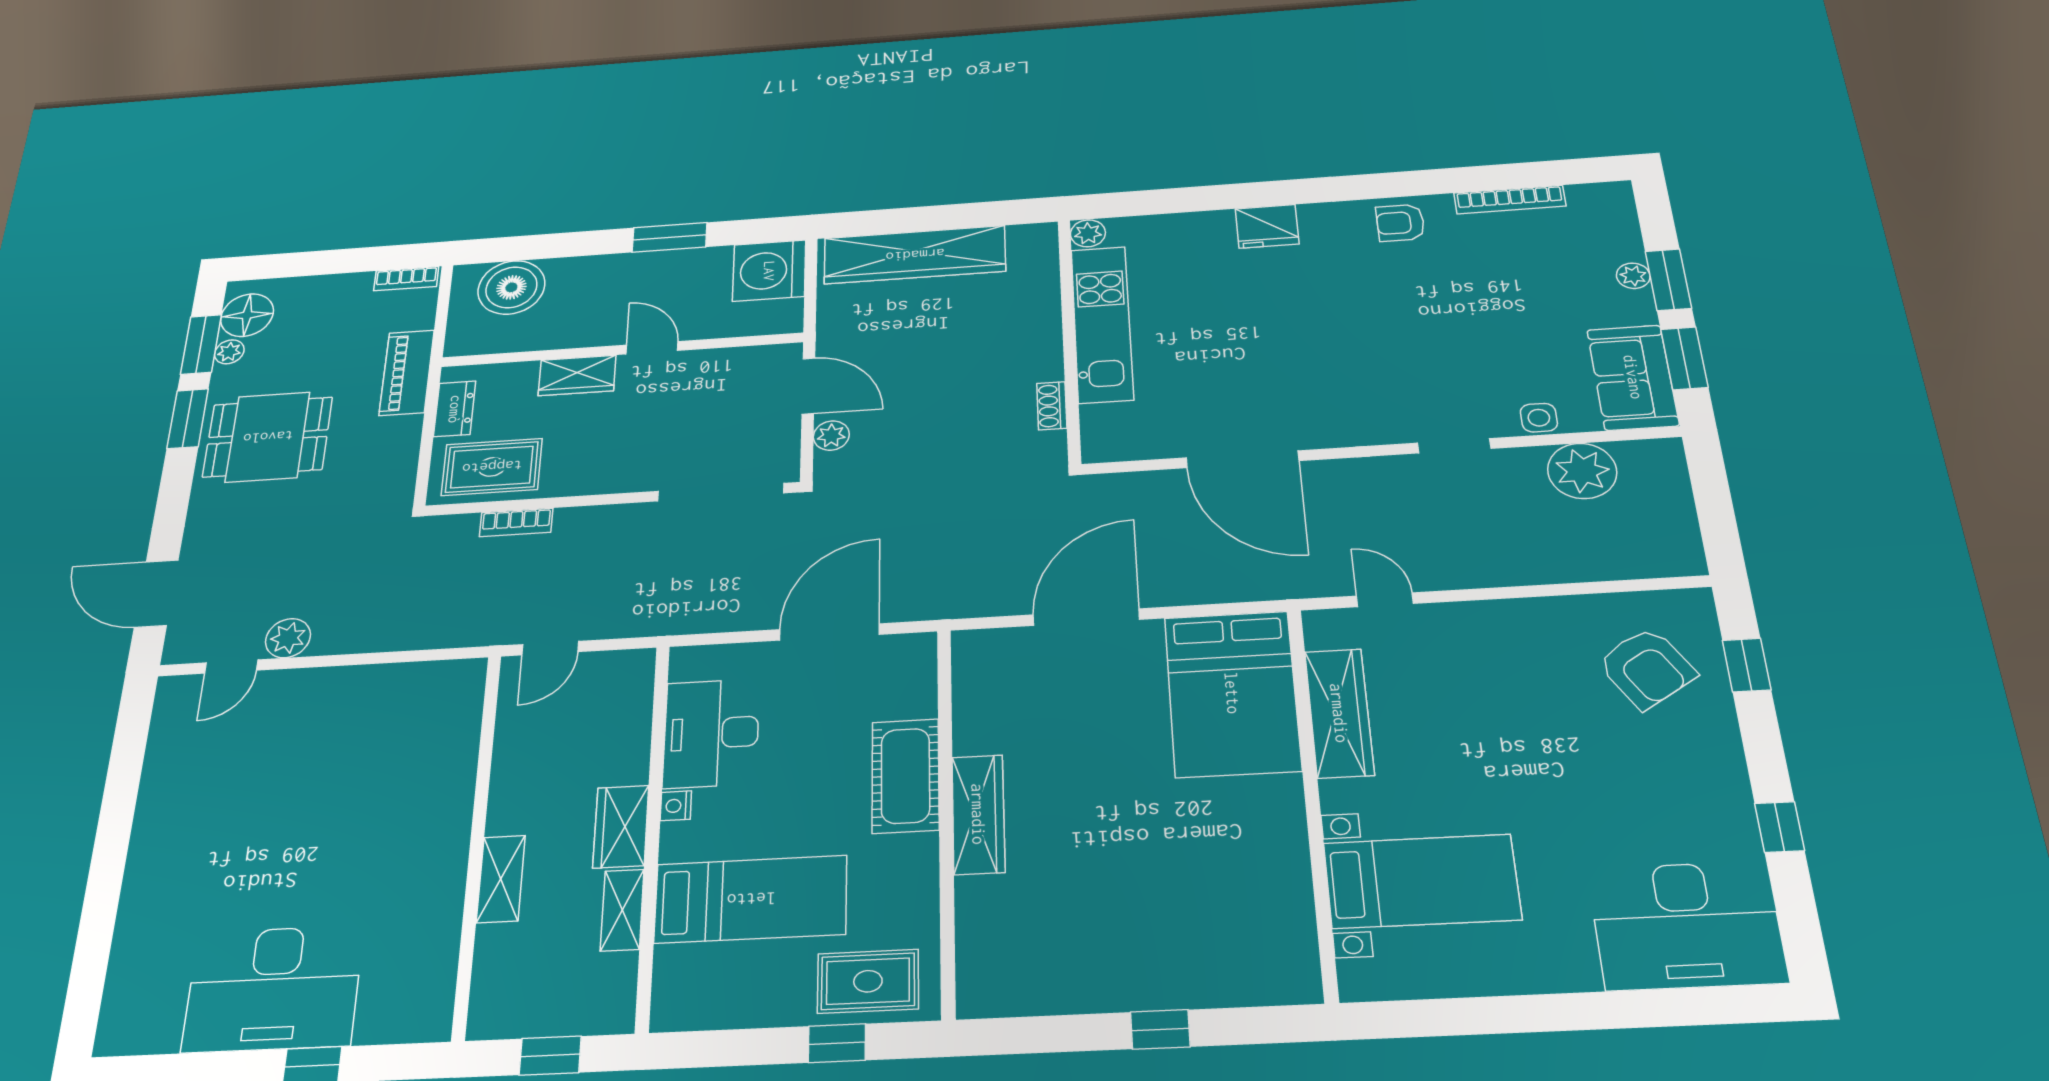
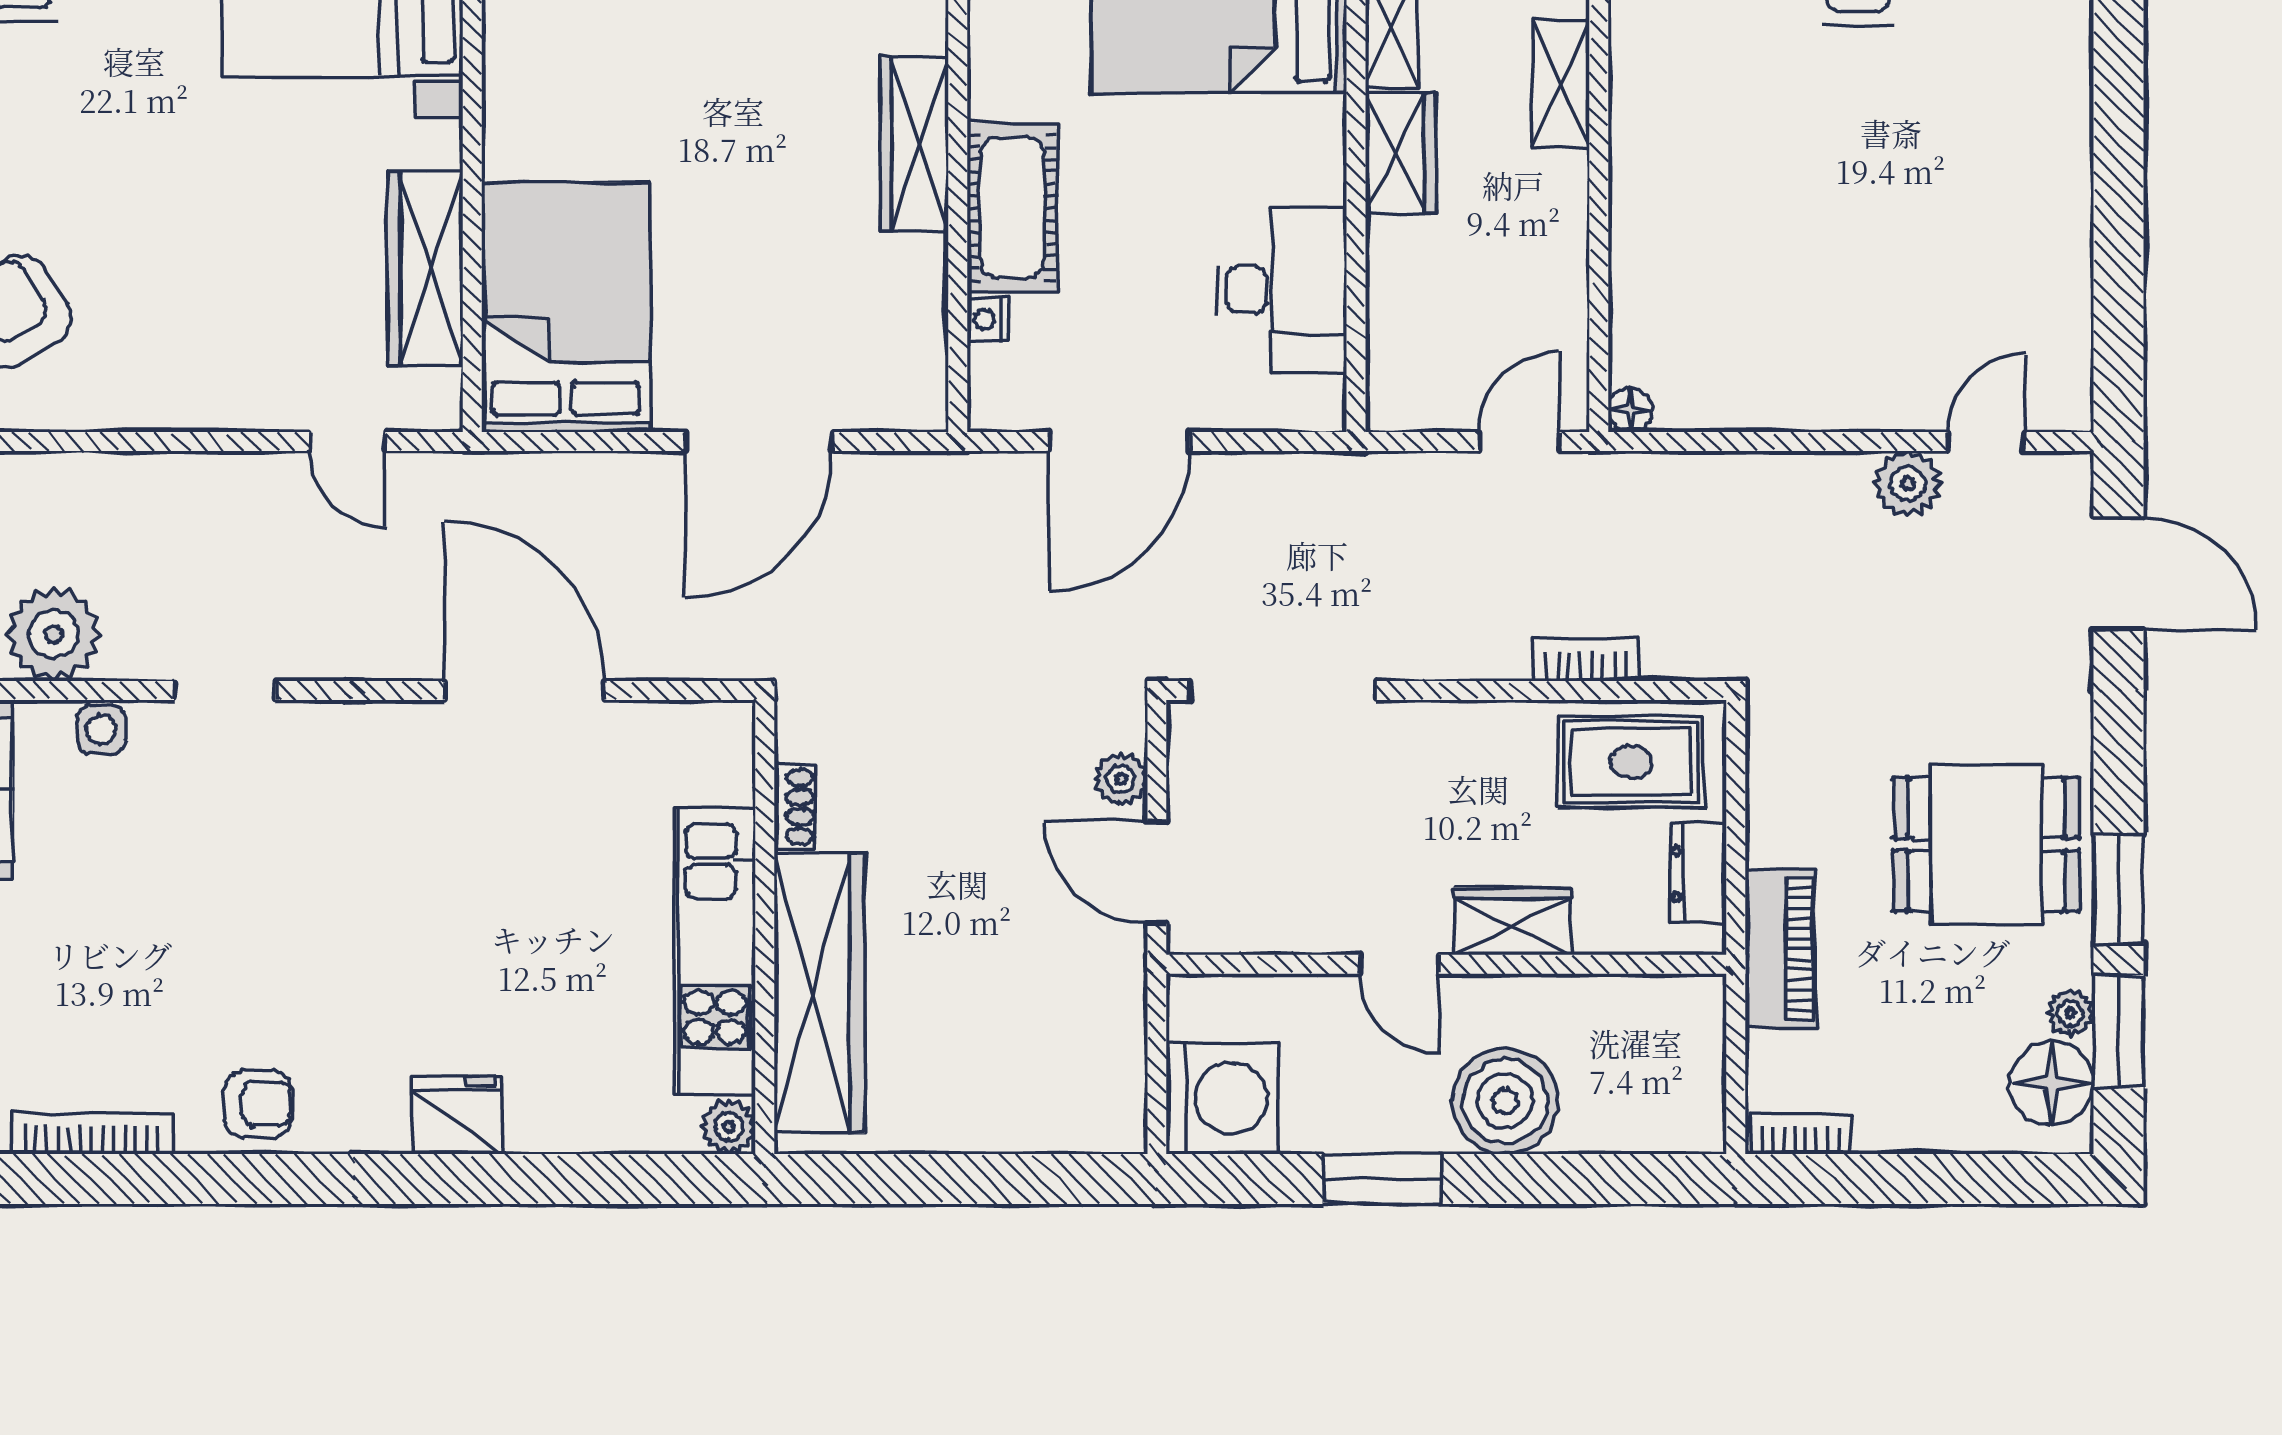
wardrobe: (915, 255) -> (819, 994), moved, turned 90
boiler: (511, 287) -> (1505, 1101), moved
floor lamp: (472, 672) -> (1630, 410), added
nightstand: (676, 806) -> (988, 319), moved, turned 180

